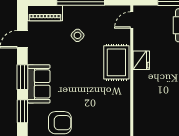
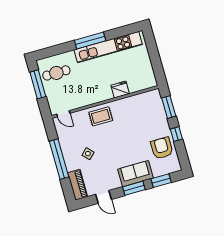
fridge: (141, 60) -> (120, 90), moved
rug: (116, 62) -> (101, 116), width x0.73, depth x0.70

